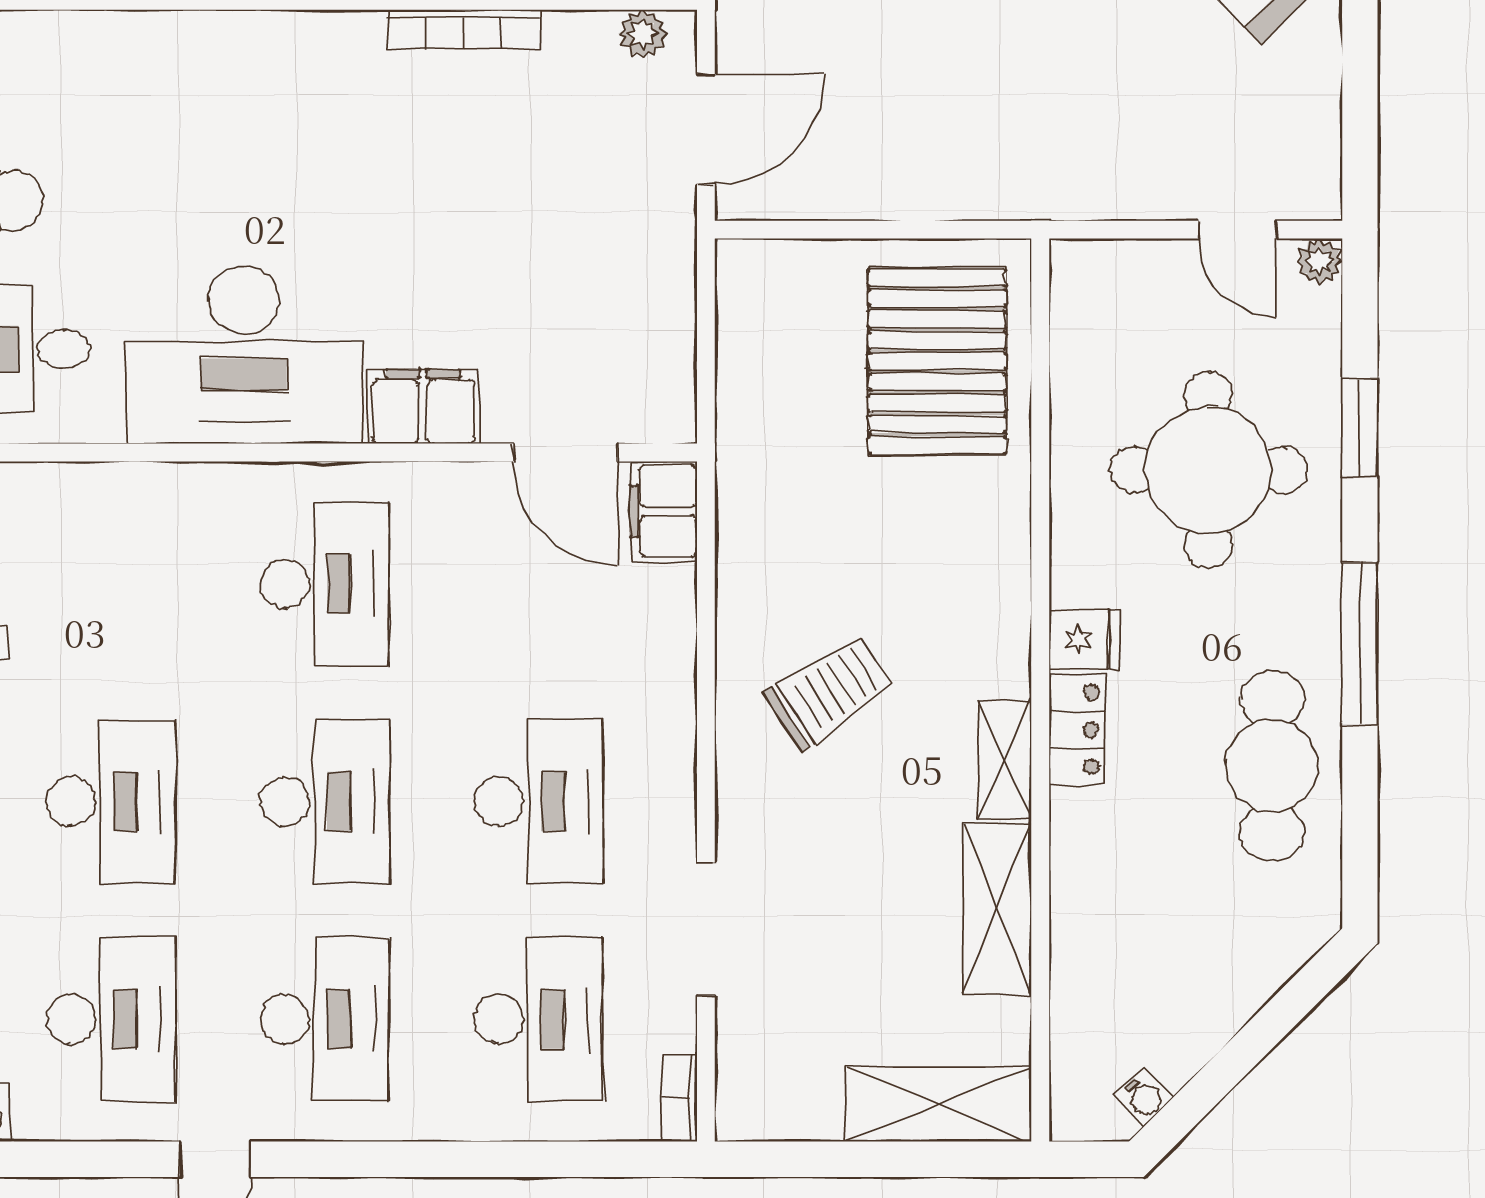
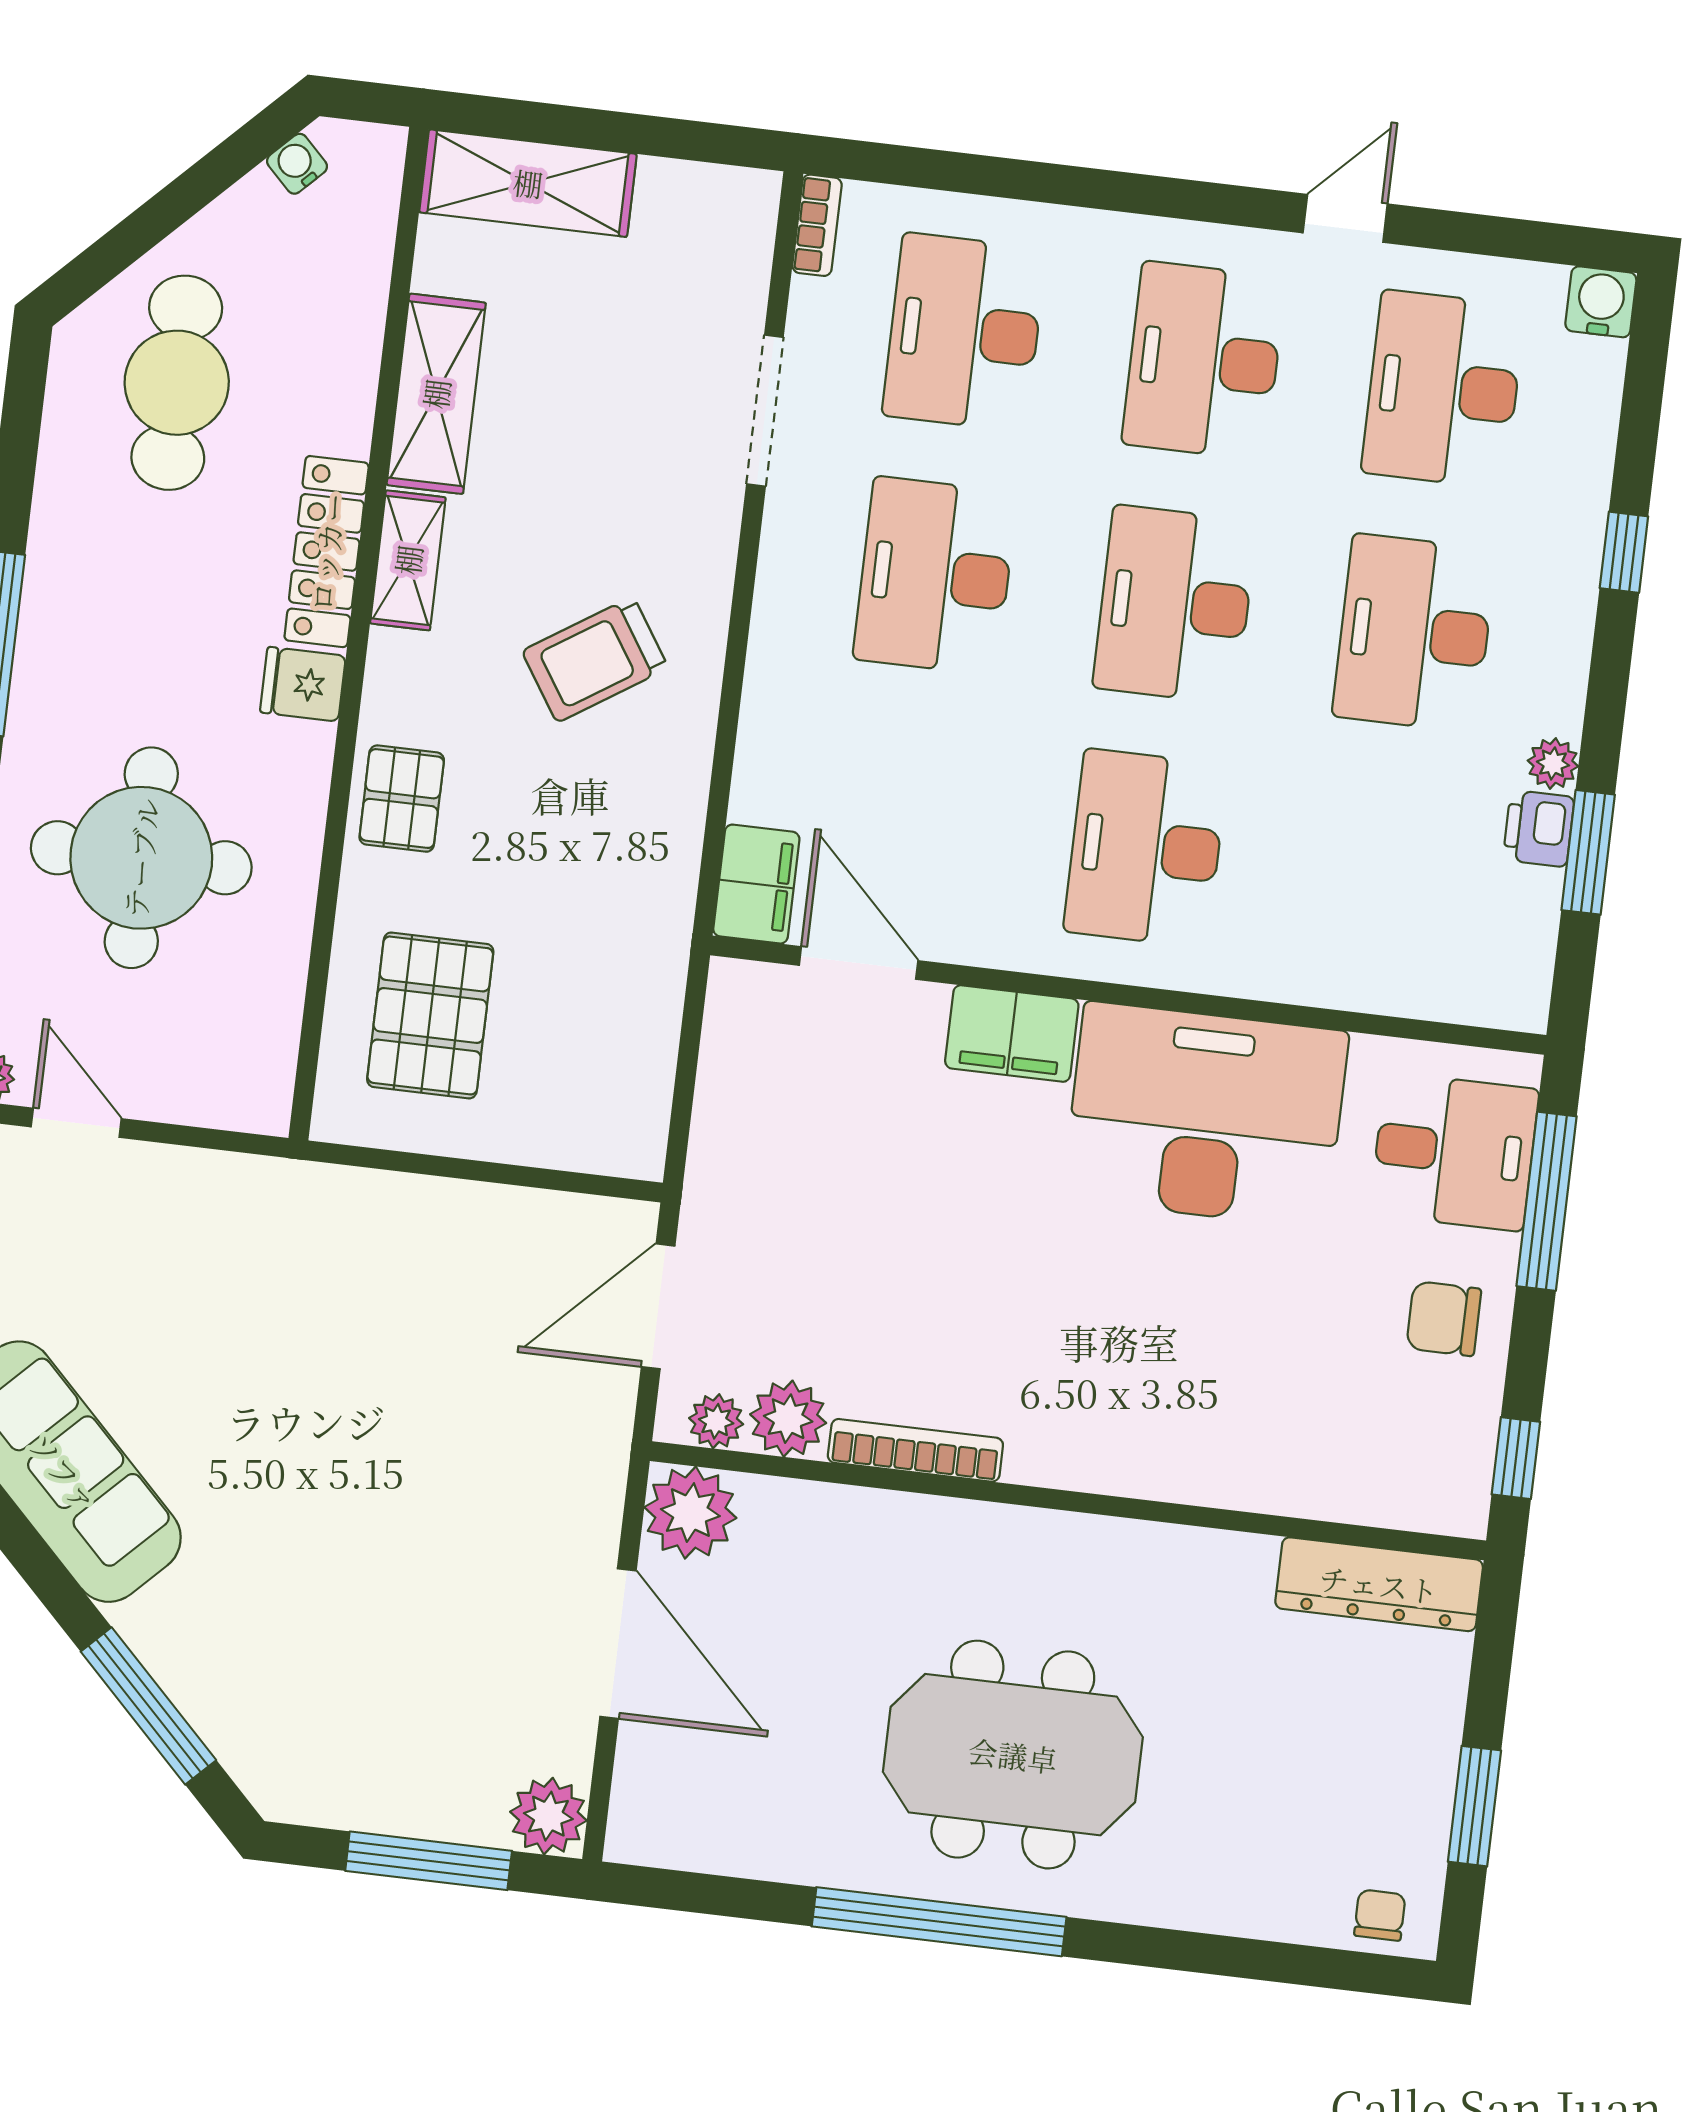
plant: (580, 44) -> (788, 1419), added
pallet: (937, 361) -> (430, 1015), width x0.73, depth x0.71
pallet: (985, 549) -> (402, 799), added
locker: (1077, 730) -> (327, 552), width x1.53
cafe table: (1272, 766) -> (177, 383), moved

